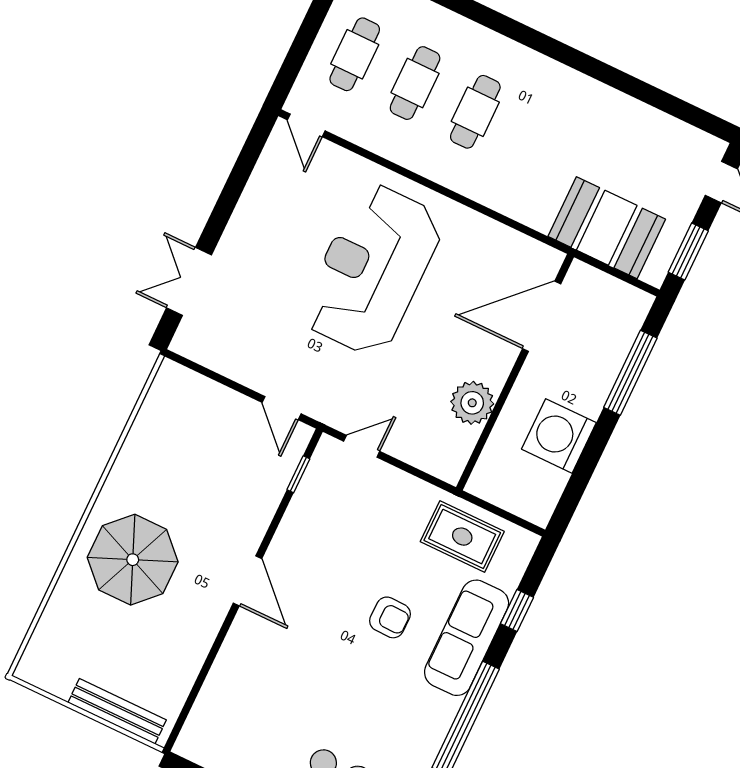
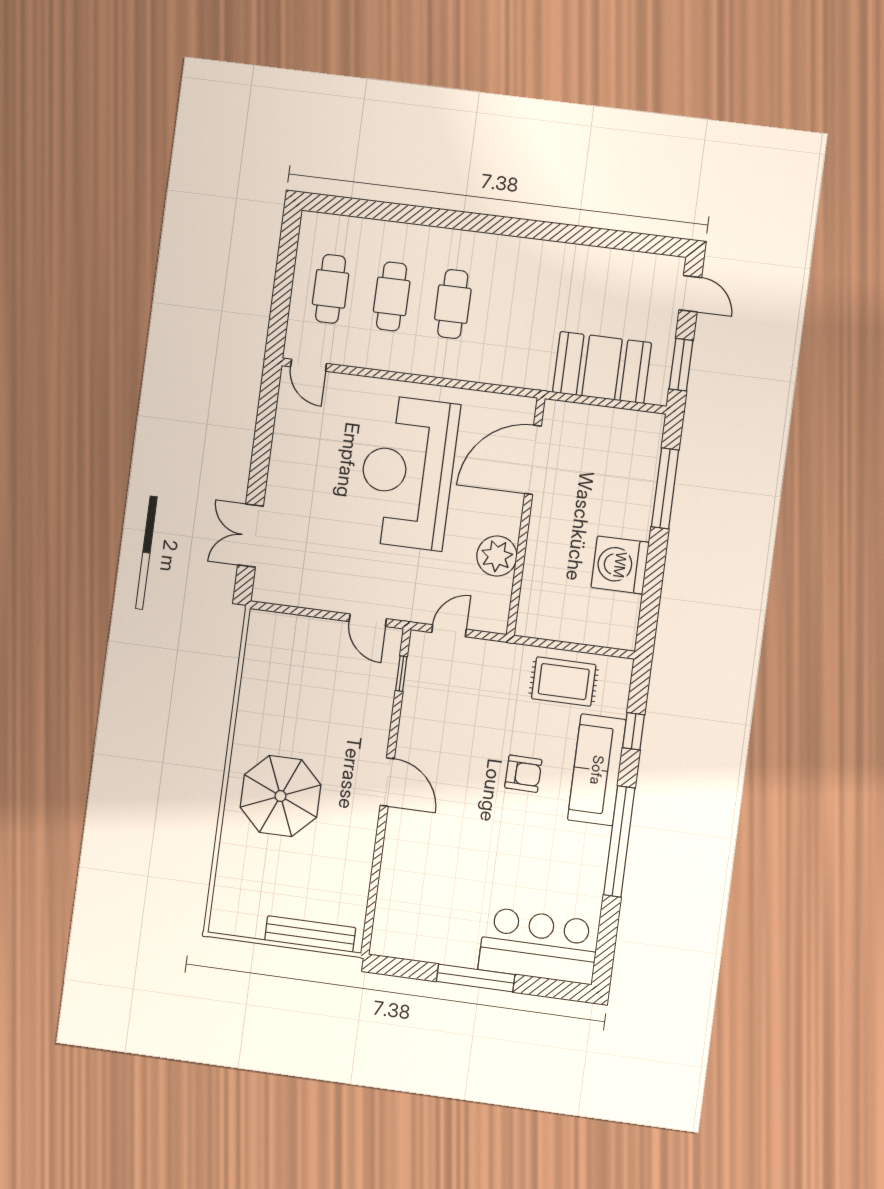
door: (542, 316) -> (533, 460), moved
wall: (515, 372) -> (526, 517), moved
plant: (472, 403) -> (497, 556), moved

